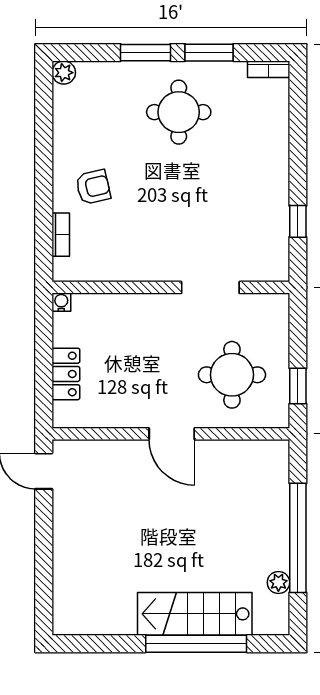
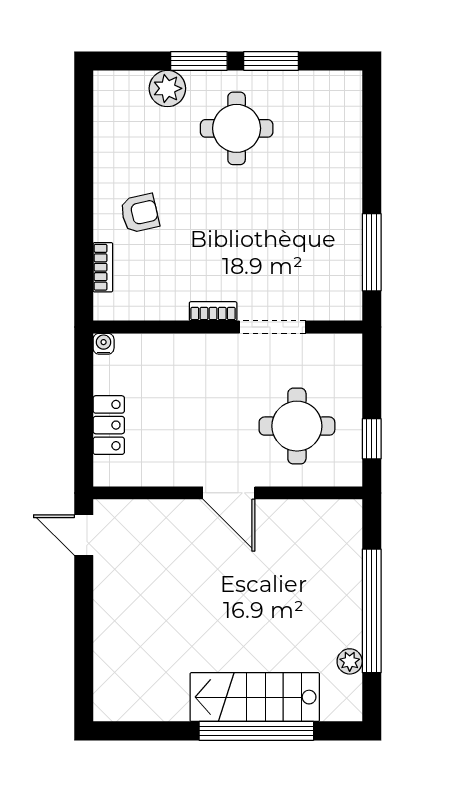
bookcase: (269, 69) -> (213, 311), moved, turned 180
plant: (64, 73) -> (167, 88), moved, width x1.38, depth x1.38
window: (298, 221) -> (372, 252), width x2.17

